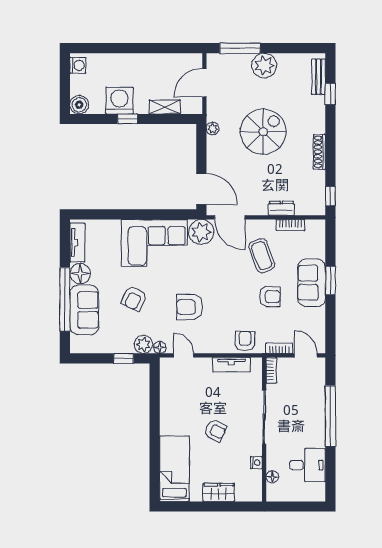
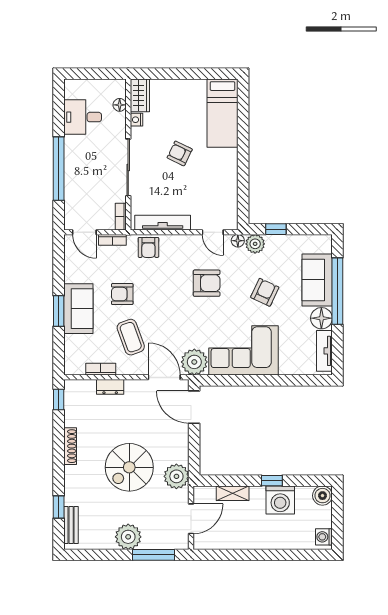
plant: (213, 129) -> (176, 476), width x1.87, depth x1.87
tv unit: (231, 365) -> (163, 223), width x1.41
wardrobe: (219, 492) -> (140, 95), moved, turned -90

